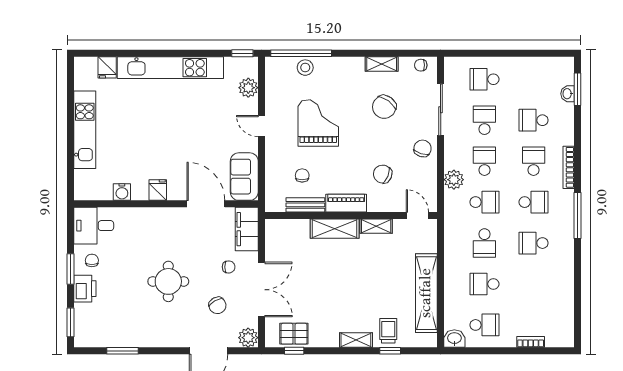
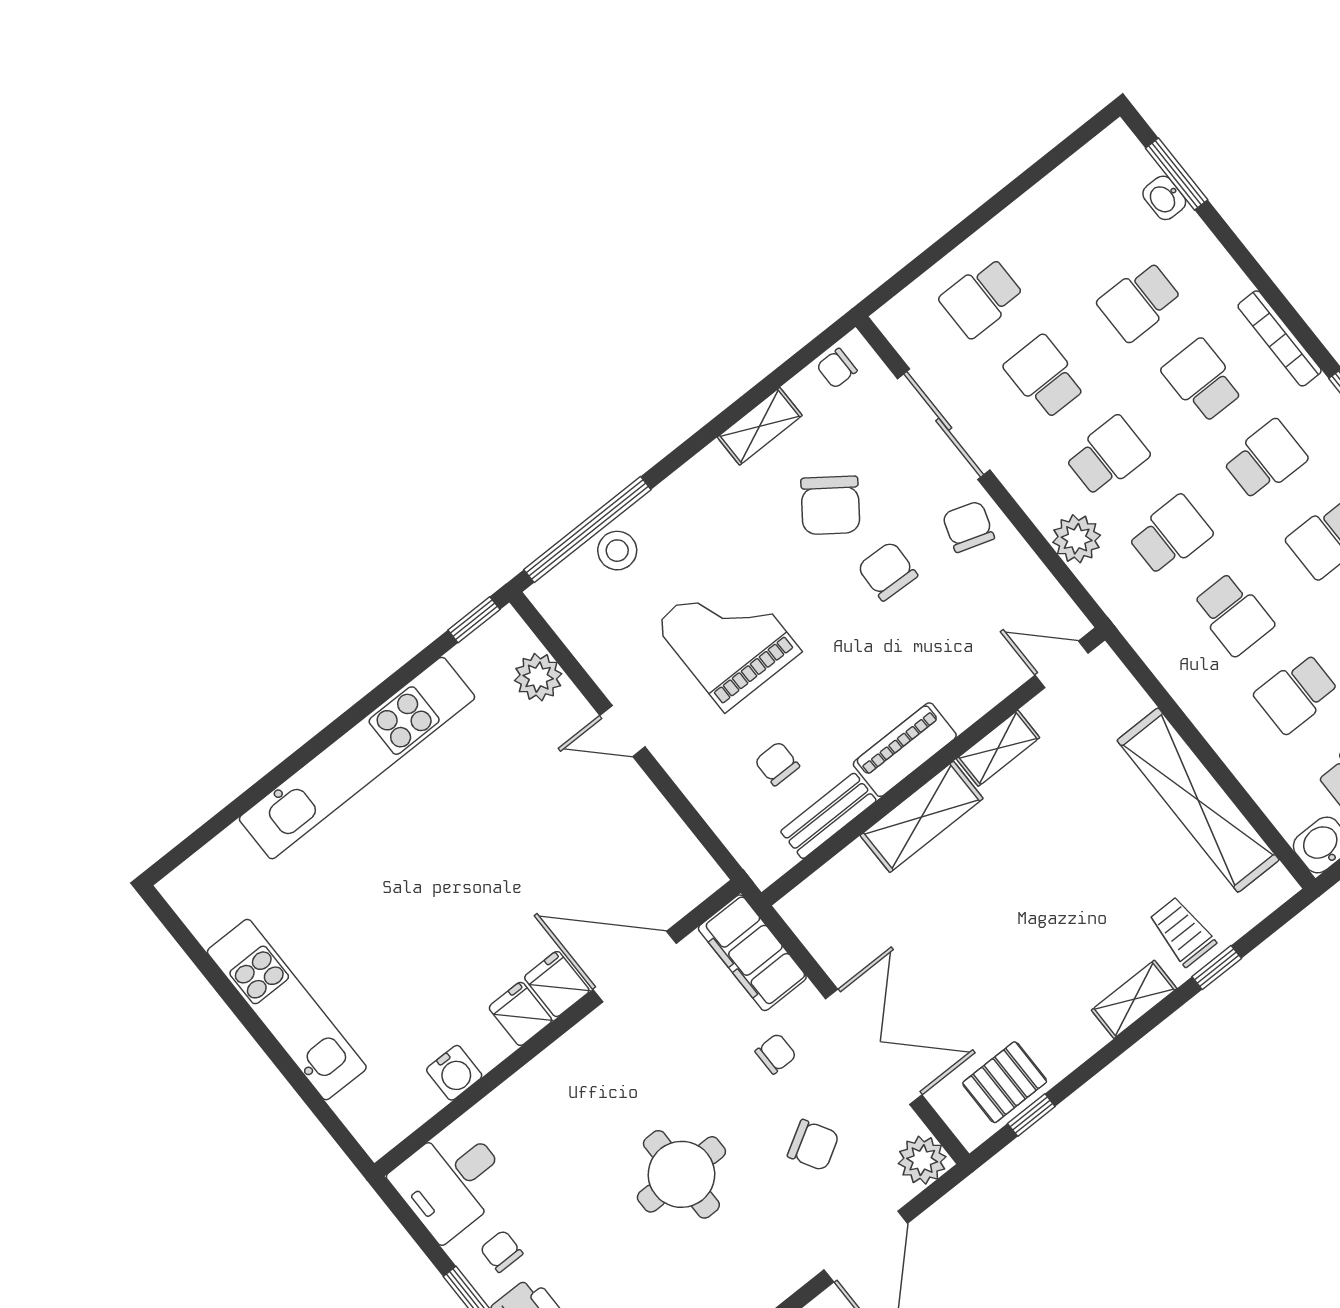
fridge: (107, 67) -> (557, 984), moved, turned 180
school desk: (484, 161) -> (1107, 456), turned 90
chair: (383, 174) -> (887, 571), moved, turned 70
sofa: (244, 177) -> (667, 855), removed

